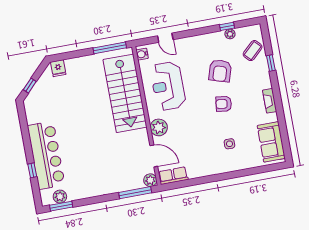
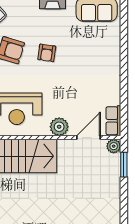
side table: (229, 144) -> (90, 55), removed
window: (135, 193) -> (124, 165), width x0.69

